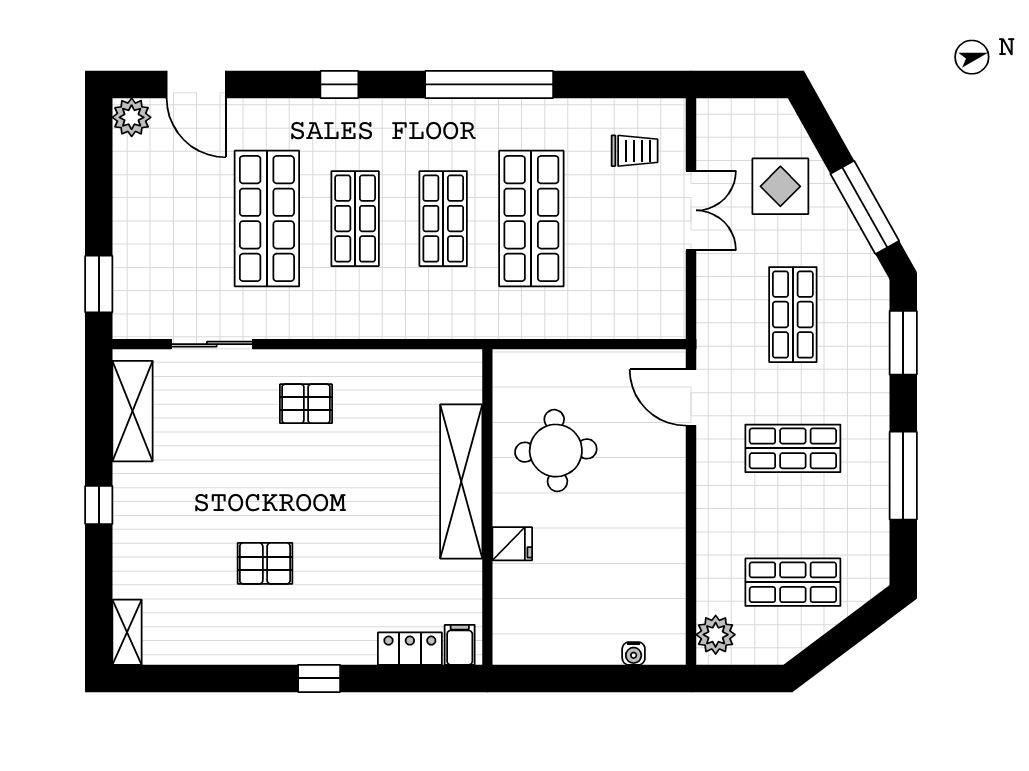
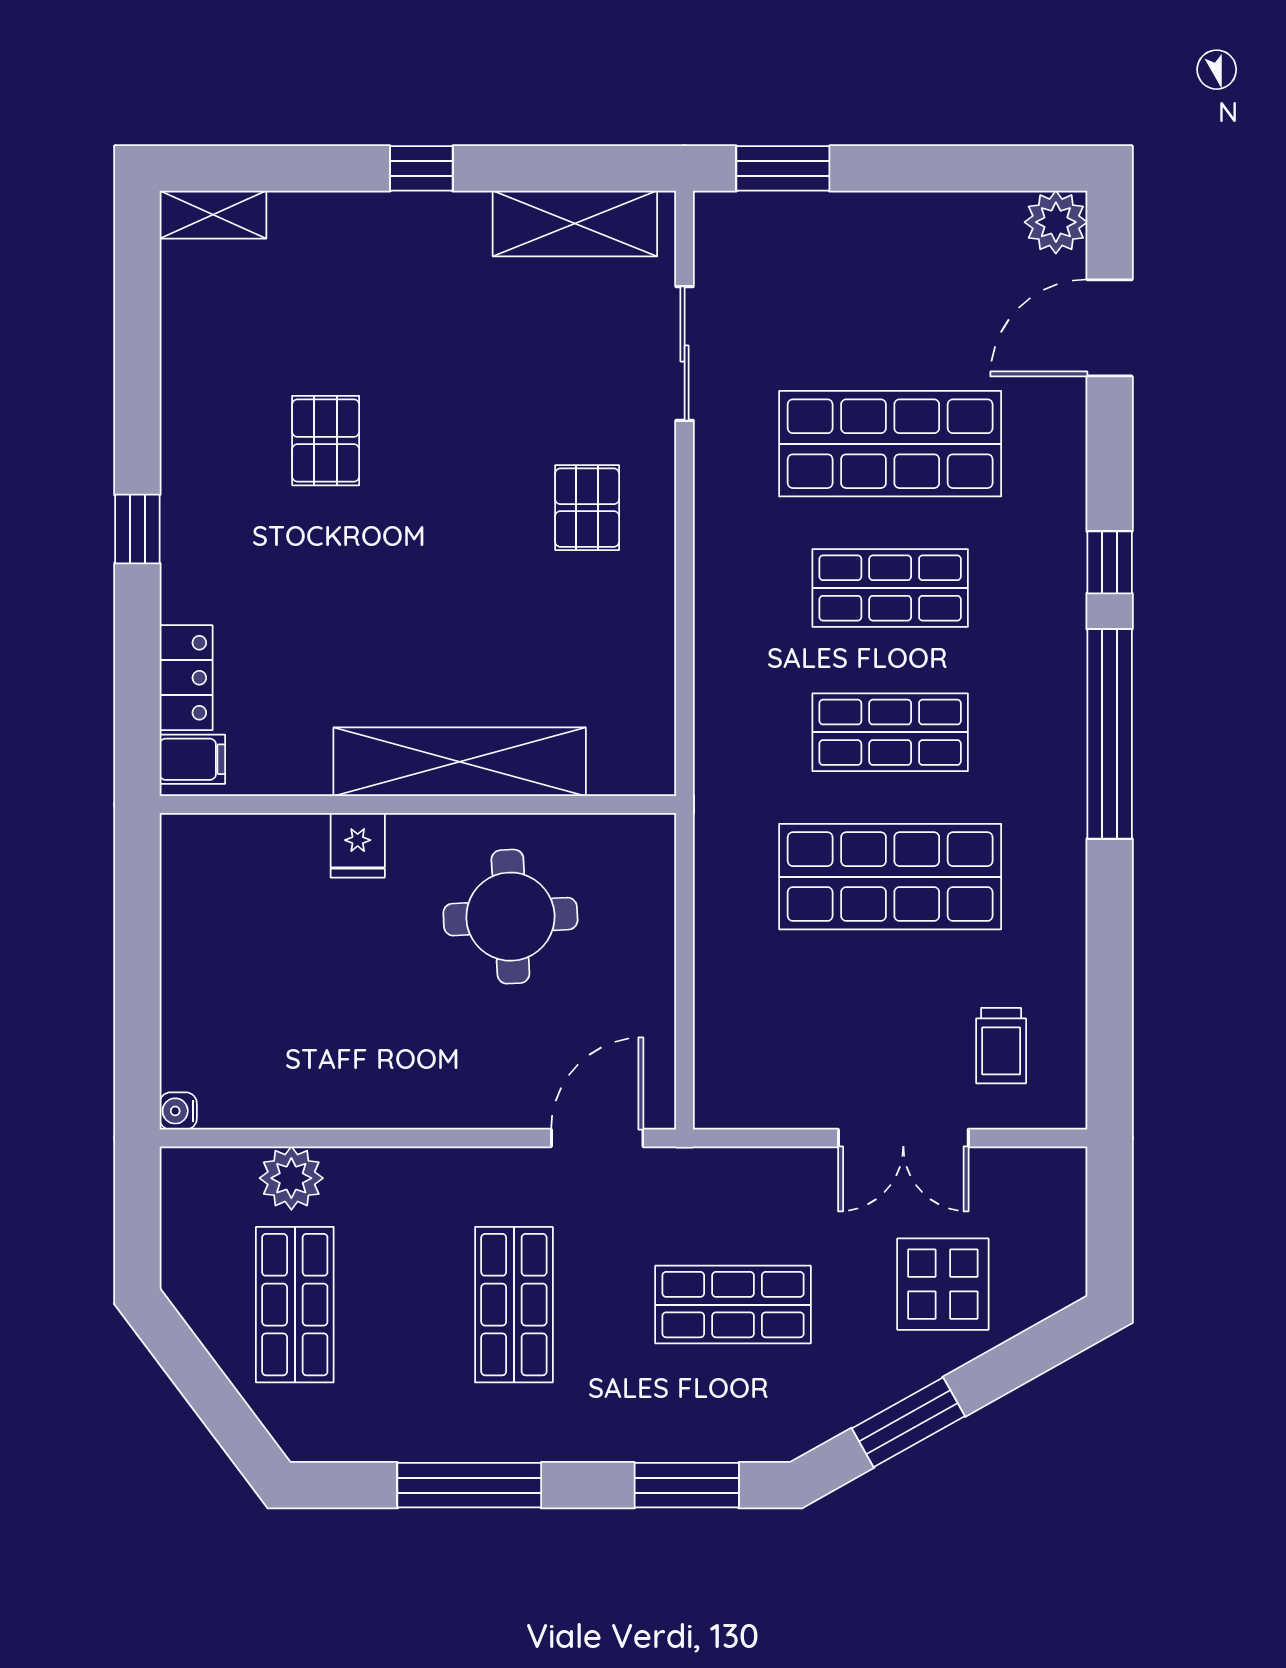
window: (489, 84) -> (1110, 734), moved
window: (865, 207) -> (908, 1422), width x0.69
plant: (716, 635) -> (291, 1178), moved
water cooler: (634, 653) -> (178, 1111), moved

